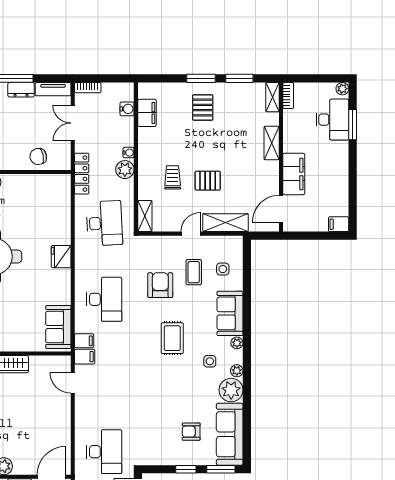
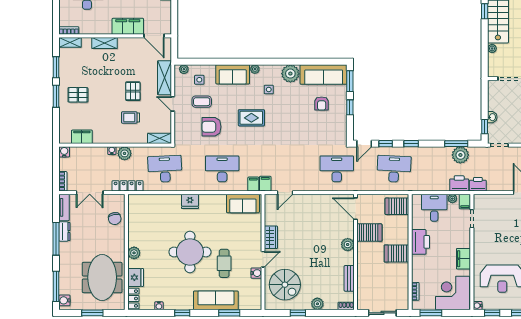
water cooler: (127, 109) -> (64, 152), moved
plant: (237, 371) -> (184, 69), moved

